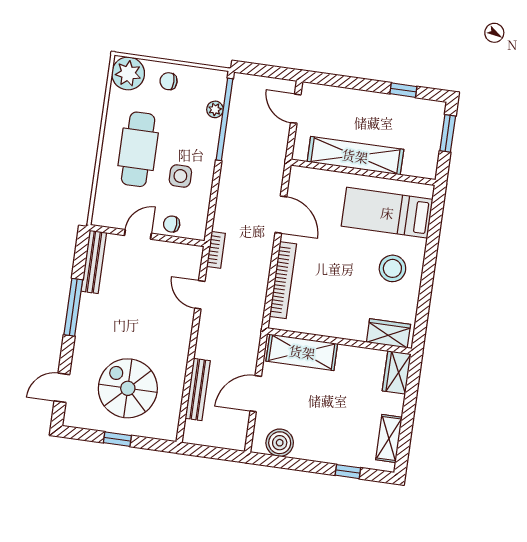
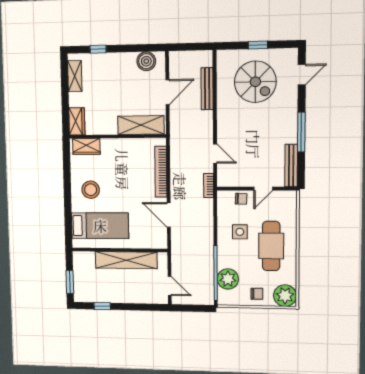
plant: (215, 109) -> (228, 279), width x1.87, depth x1.87

